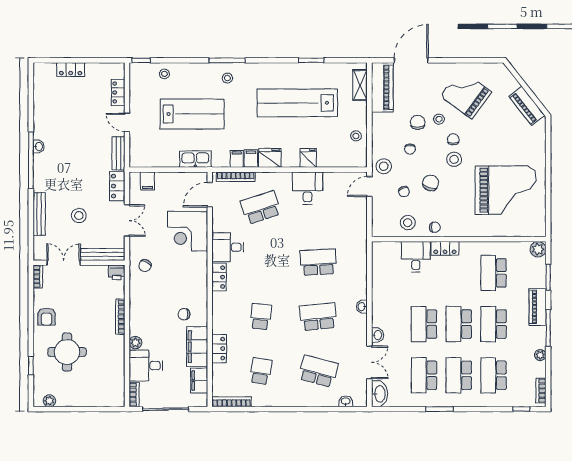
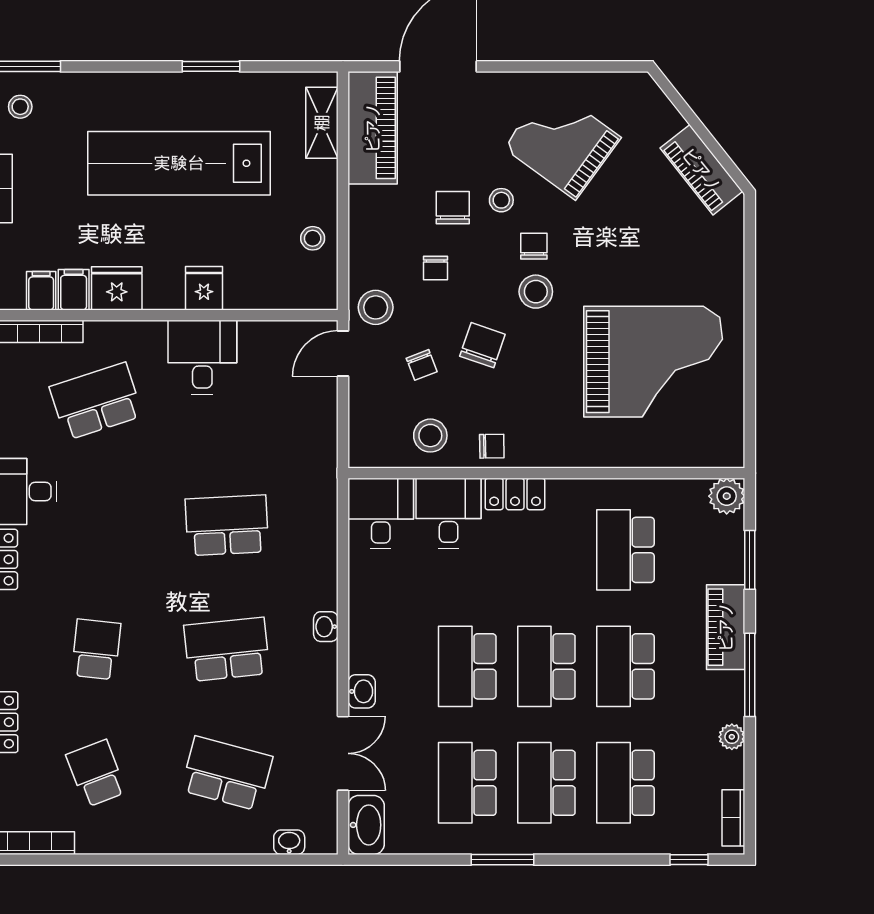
desk: (386, 257) -> (381, 513), added
school desk: (261, 371) -> (96, 773), turned -30

